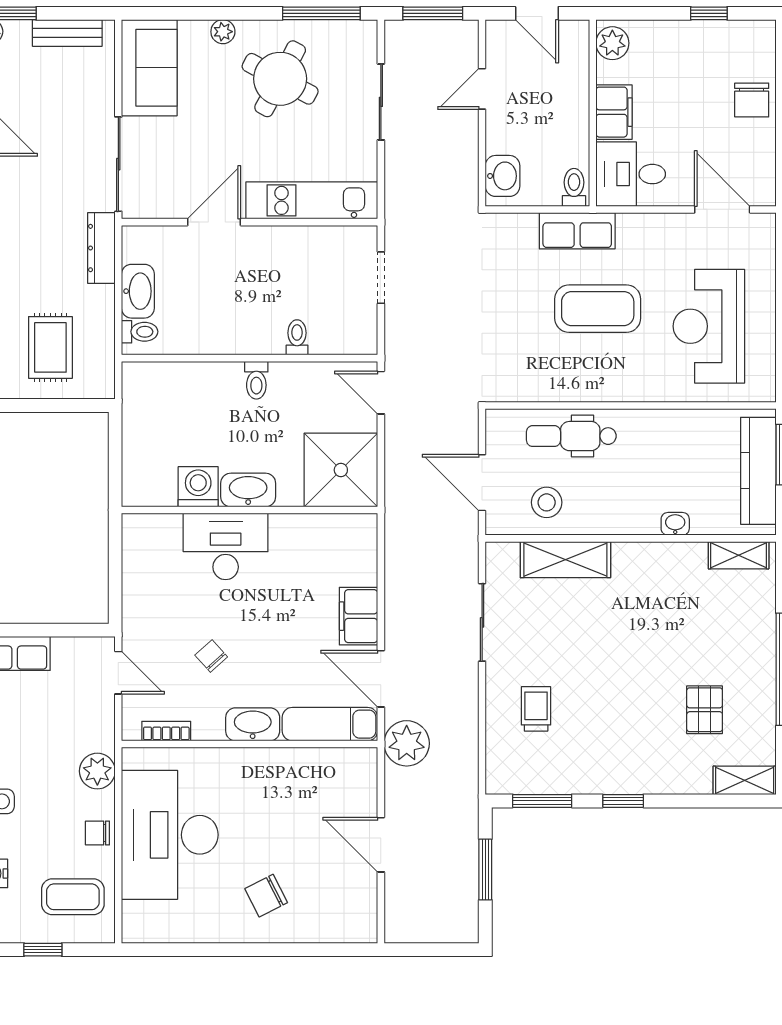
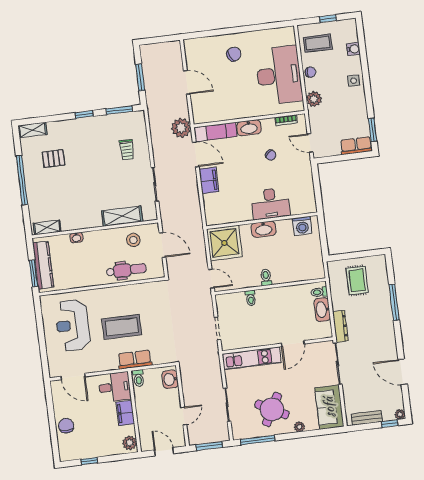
reception desk: (709, 326) -> (72, 325), turned 180
washing machine: (198, 487) -> (302, 226), moved
pallet: (705, 710) -> (54, 158), turned 90

